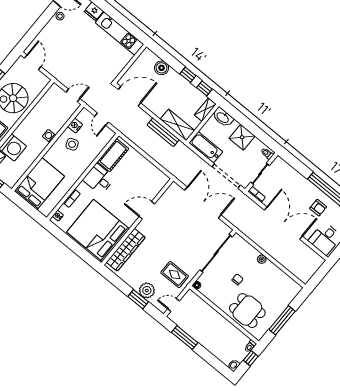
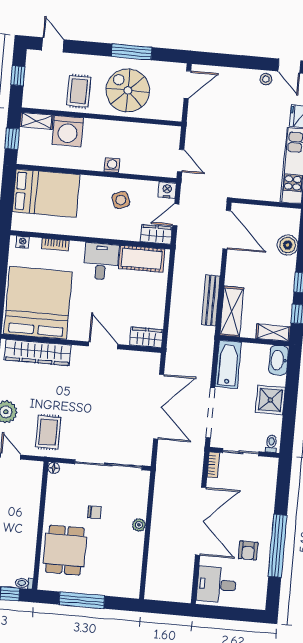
nightstand: (75, 126) -> (167, 190), moved
wardrobe: (105, 138) -> (156, 234), added
wardrobe: (159, 183) -> (146, 337), added

